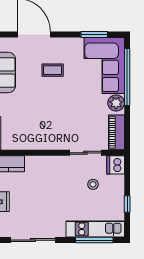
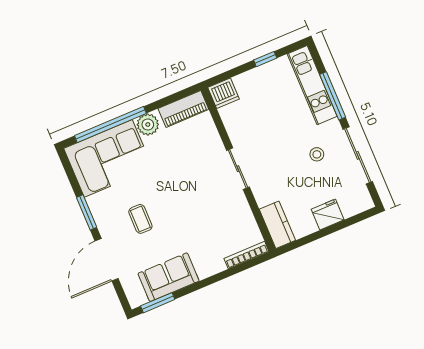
window: (94, 35) -> (87, 212), moved
sliding door: (85, 153) -> (238, 169), moved
stool: (93, 184) -> (317, 154), moved
window: (94, 240) -> (333, 96), moved

